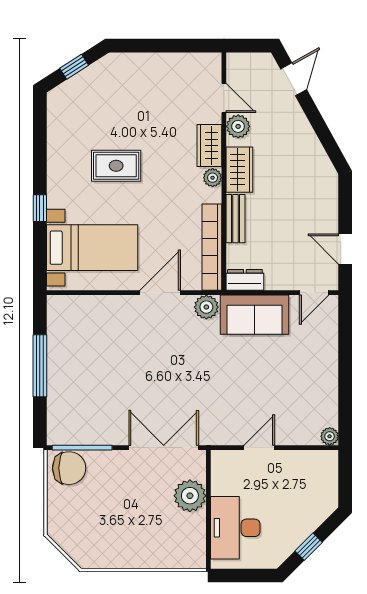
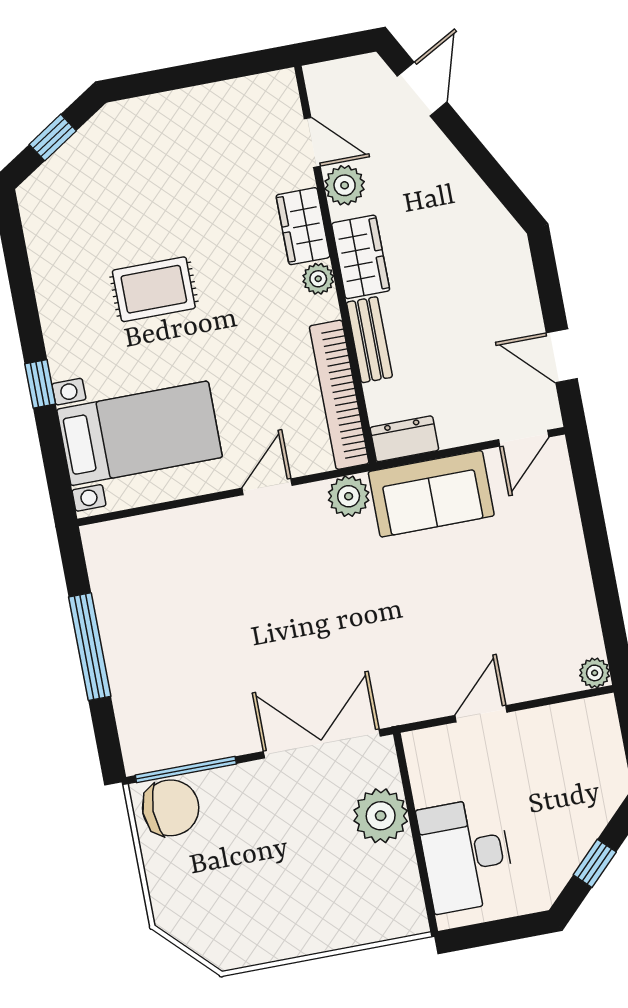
door: (160, 293) -> (267, 487), width x0.73

